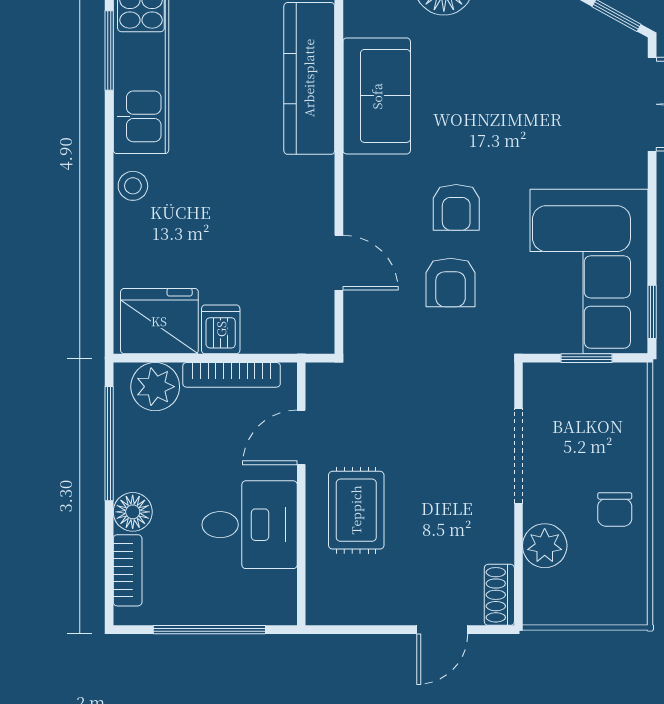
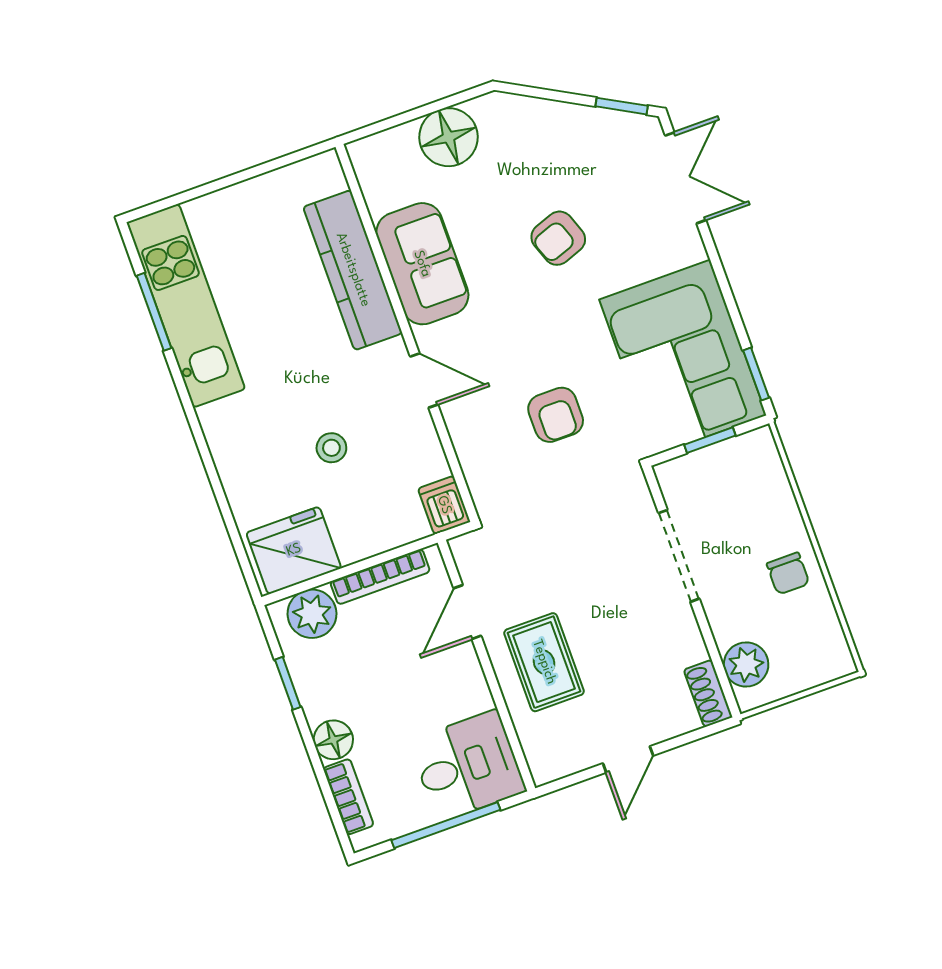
stool: (133, 186) -> (331, 448), moved
armchair: (456, 207) -> (558, 238), moved, turned 70
door: (339, 263) -> (424, 380), moved
dishwasher: (221, 329) -> (444, 505), moved
window: (109, 444) -> (288, 683), width x0.46
desk: (250, 525) -> (467, 766), moved
plant: (545, 546) -> (746, 665), moved
door: (442, 630) -> (628, 759), moved

